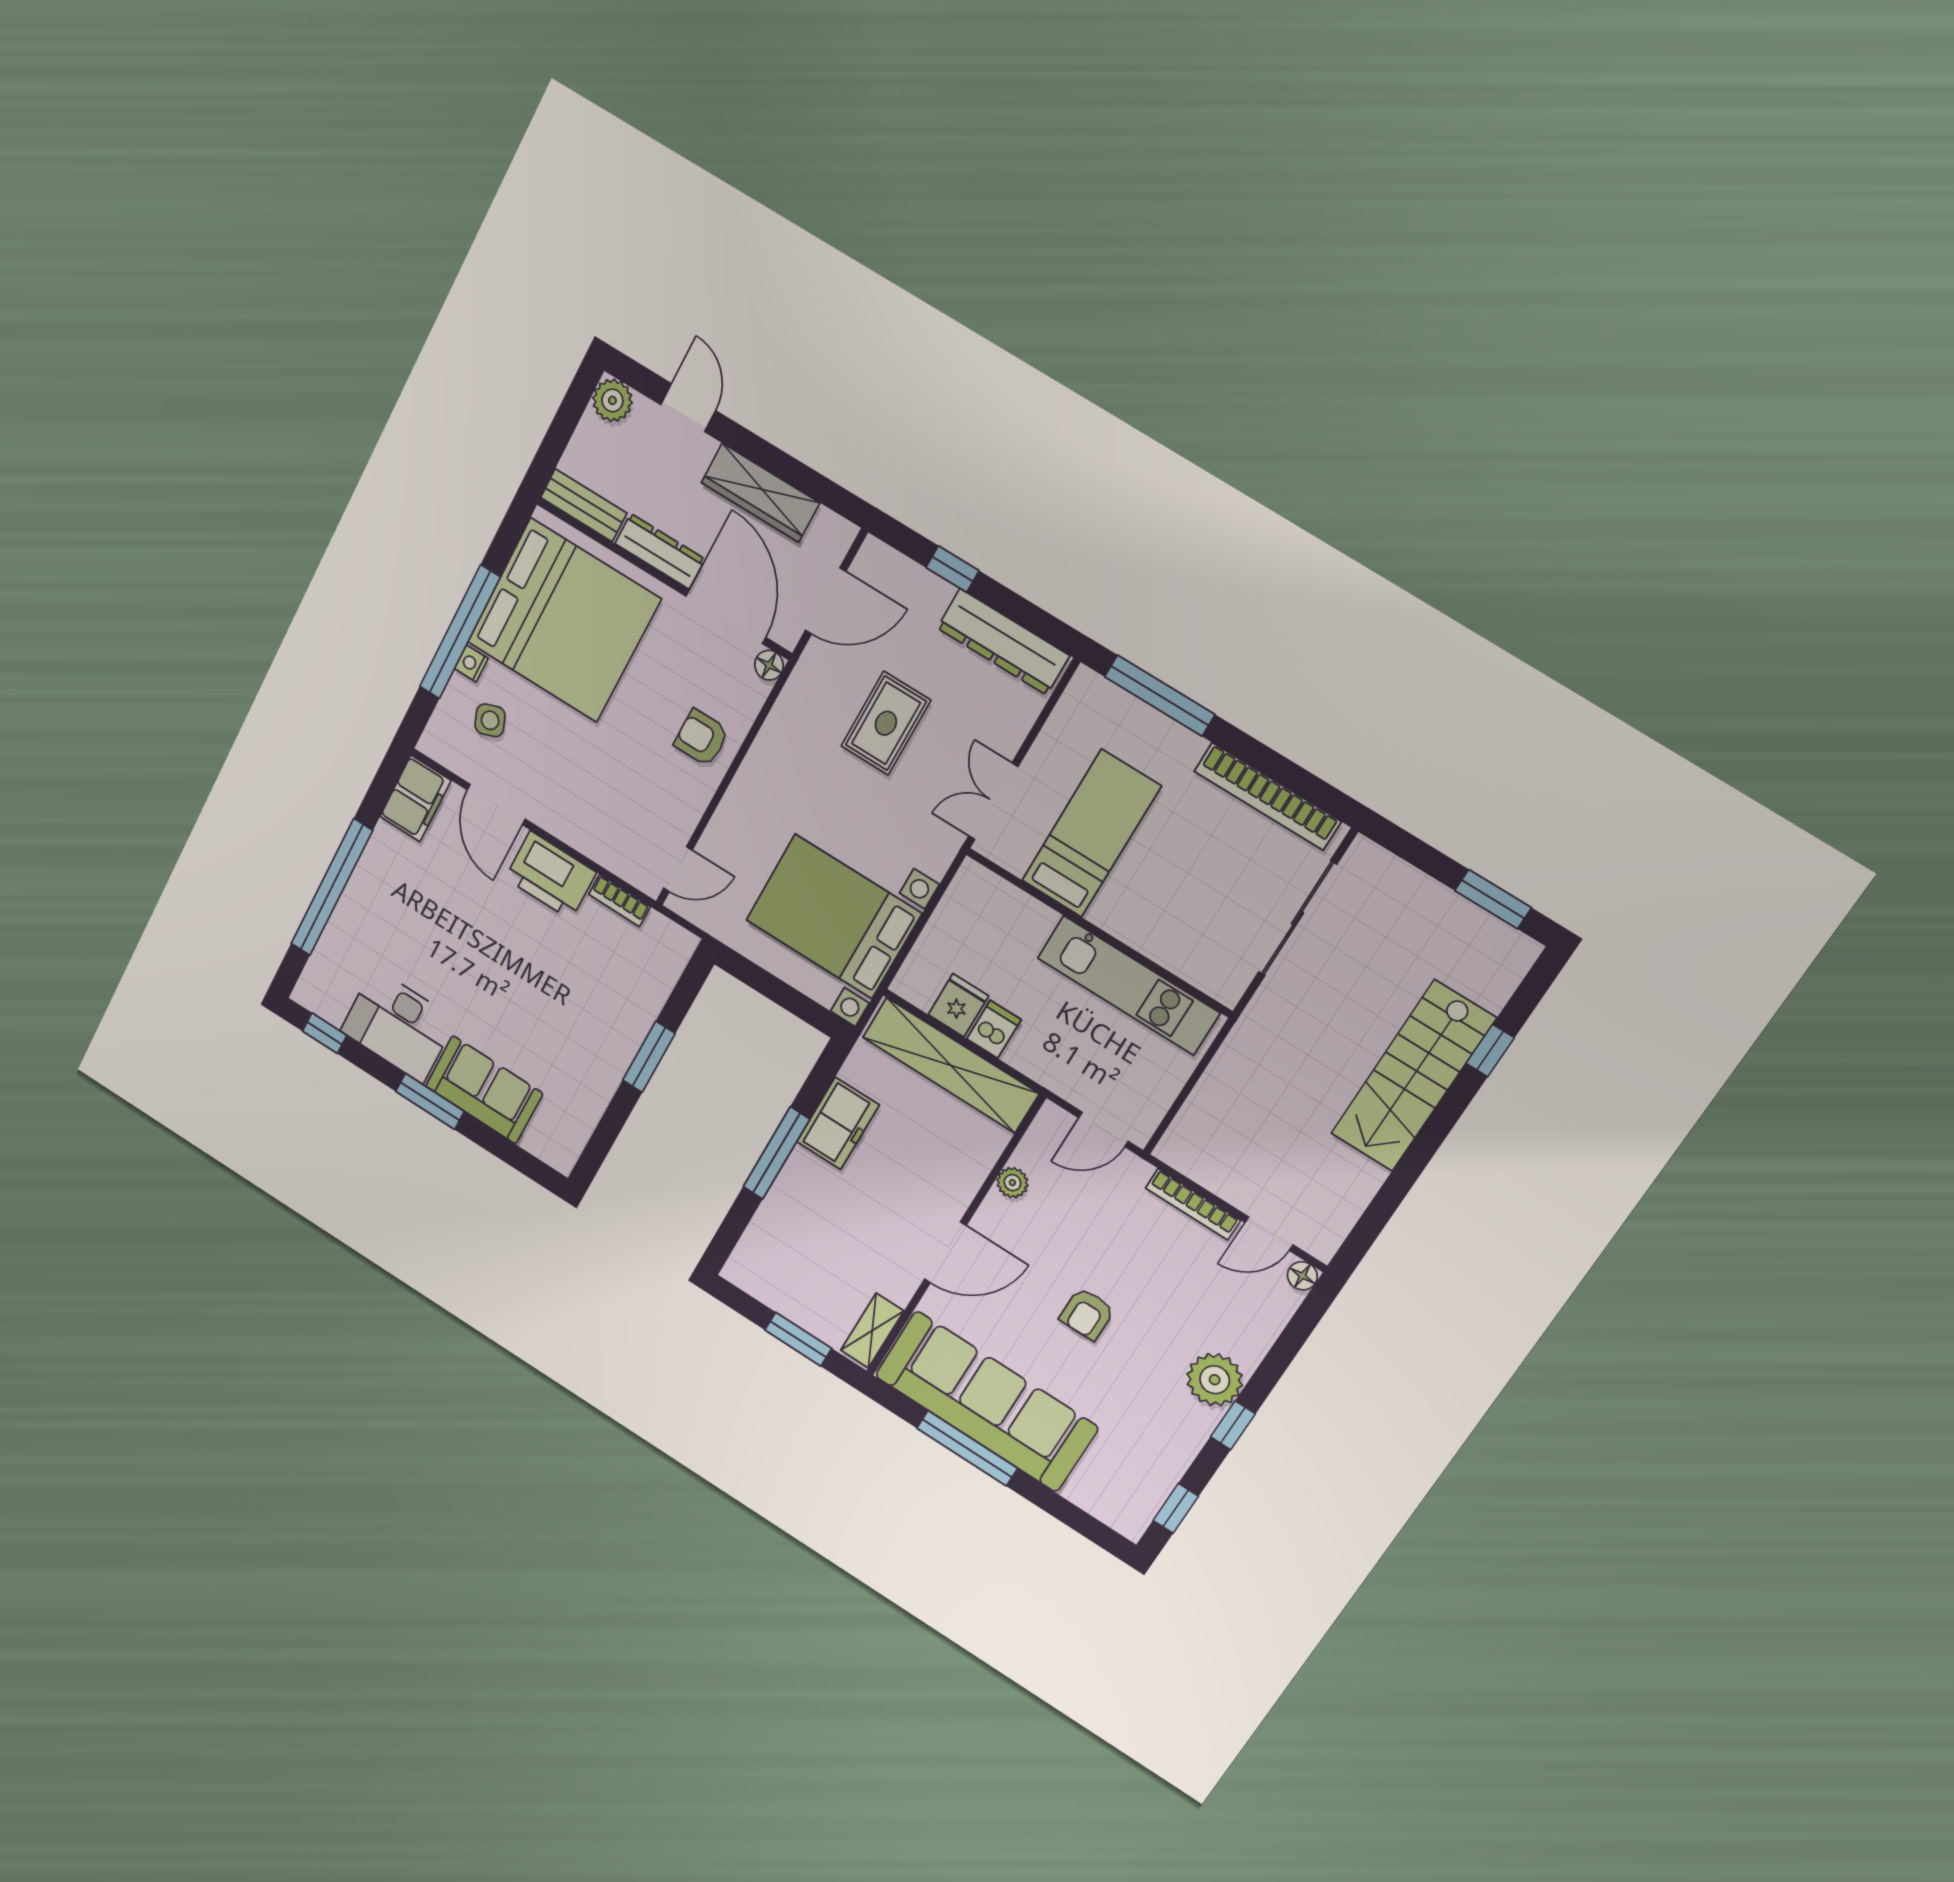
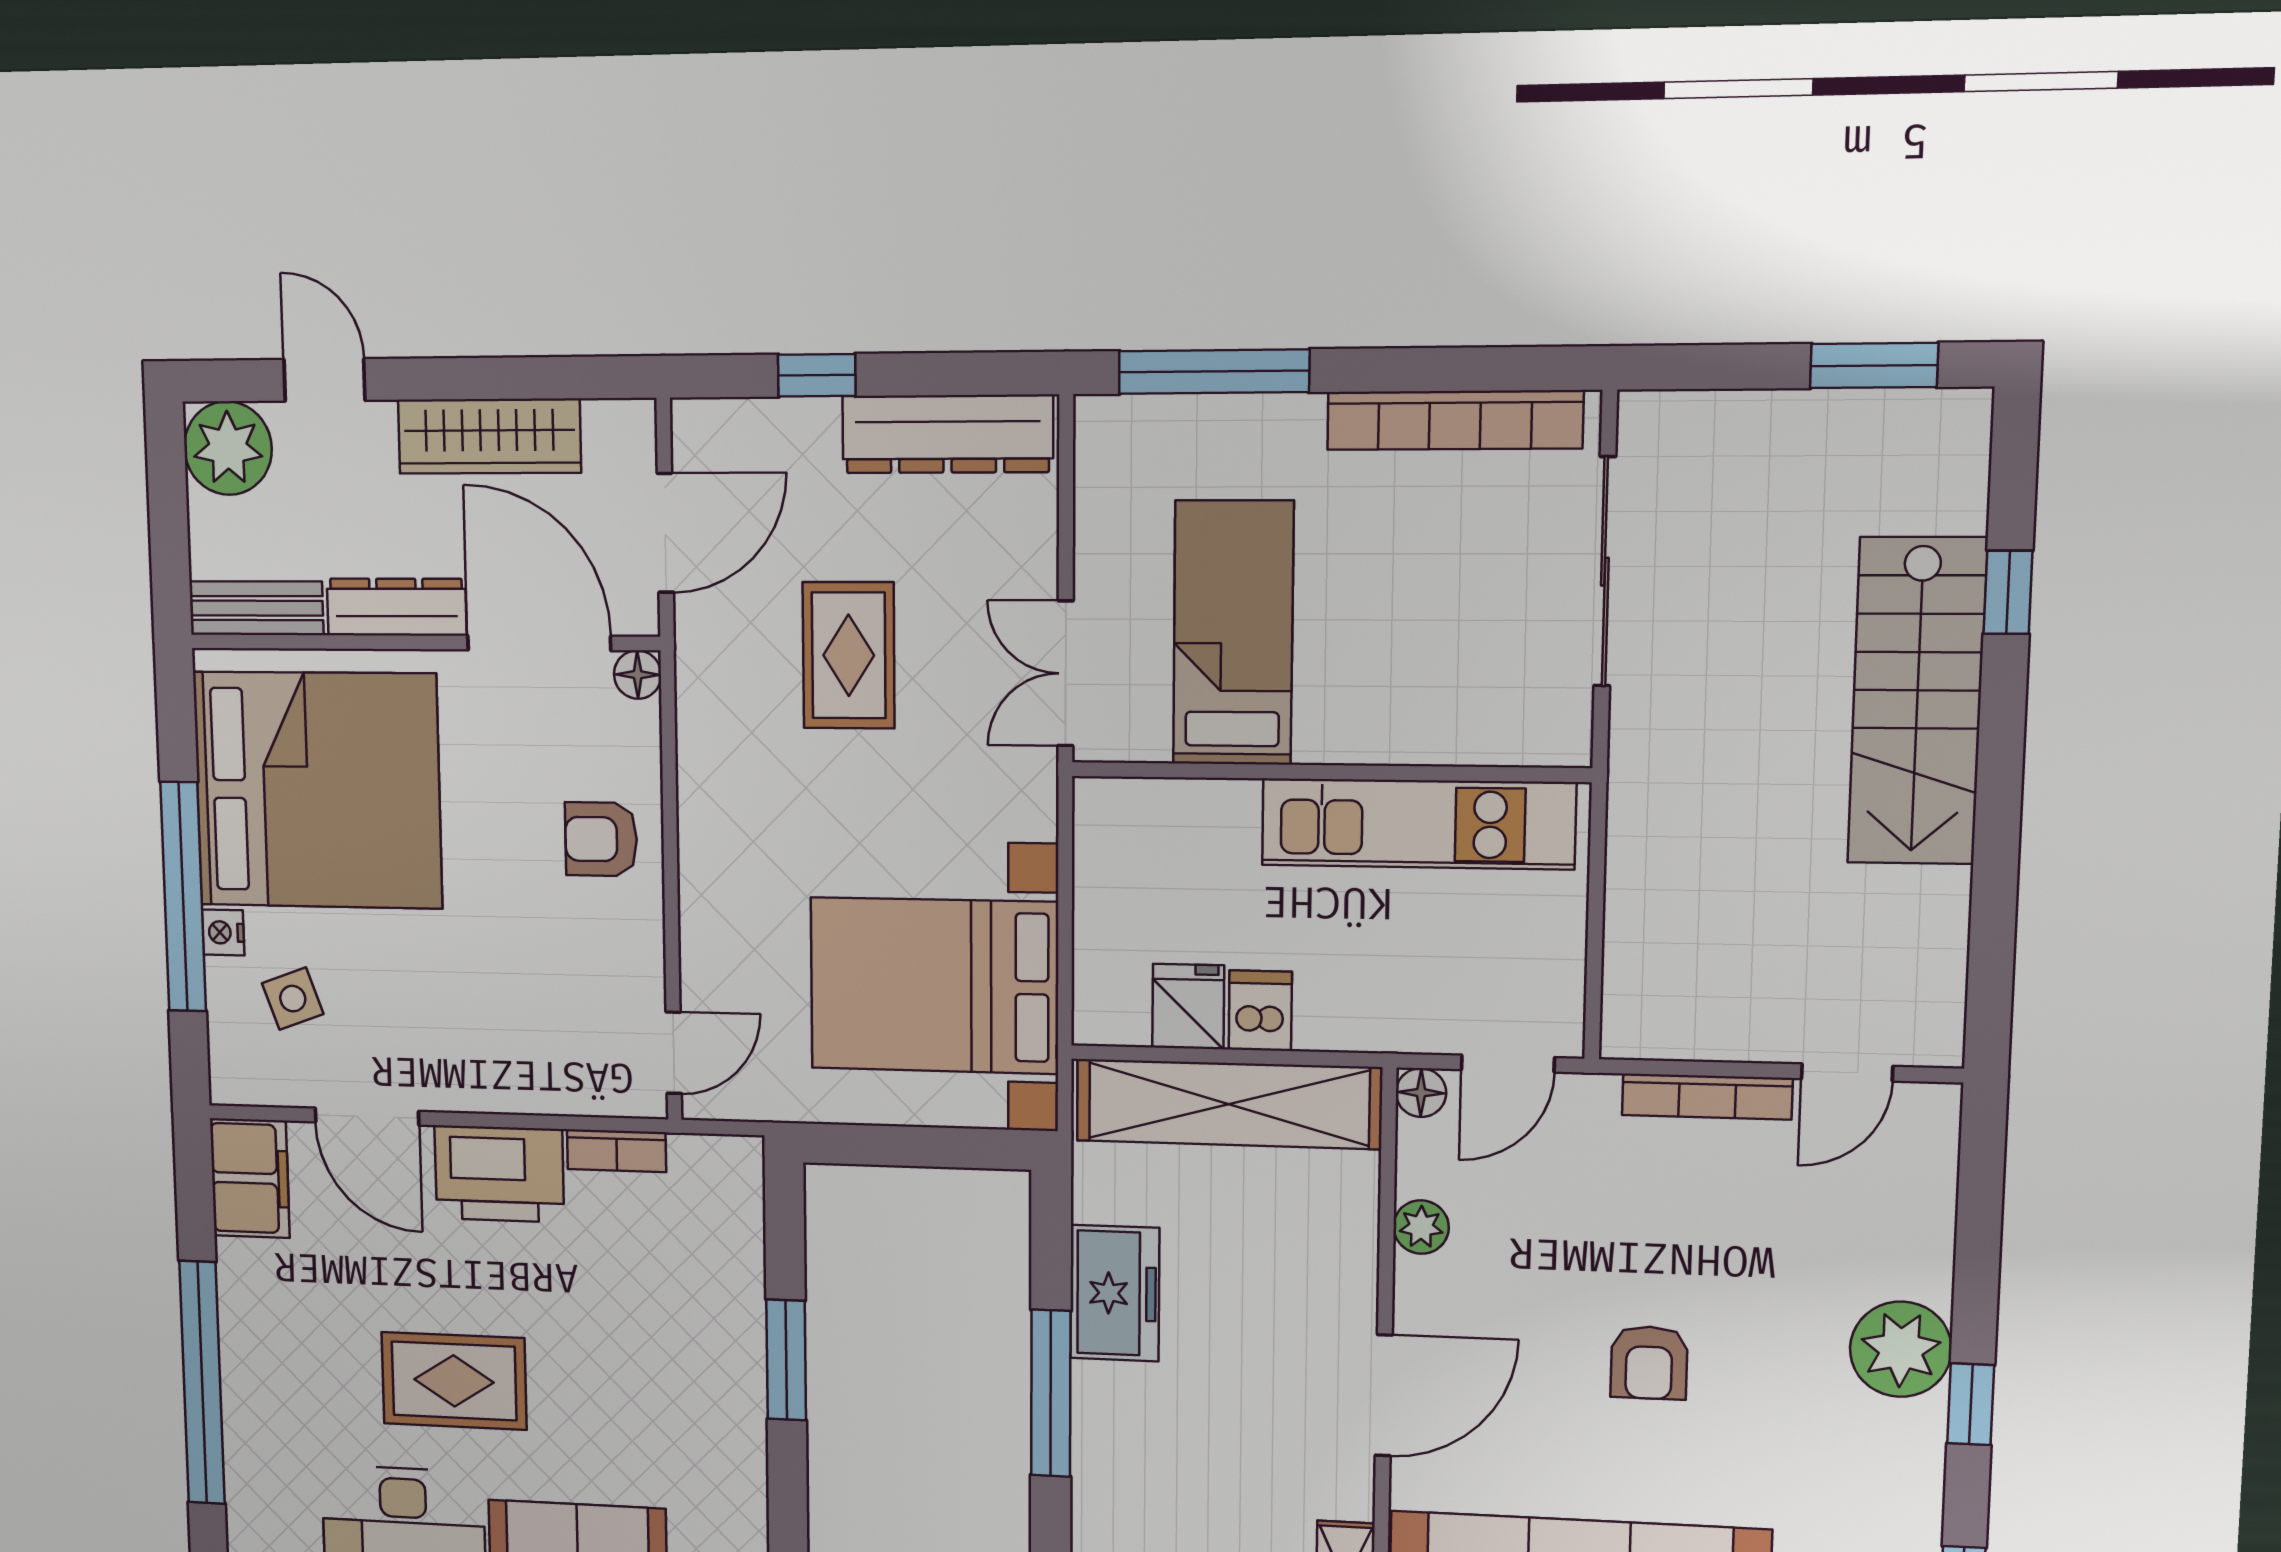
plant: (612, 400) -> (228, 448), width x1.36, depth x1.36
rug: (468, 965) -> (454, 1381), added
floor lamp: (1302, 1276) -> (1421, 1093), moved

